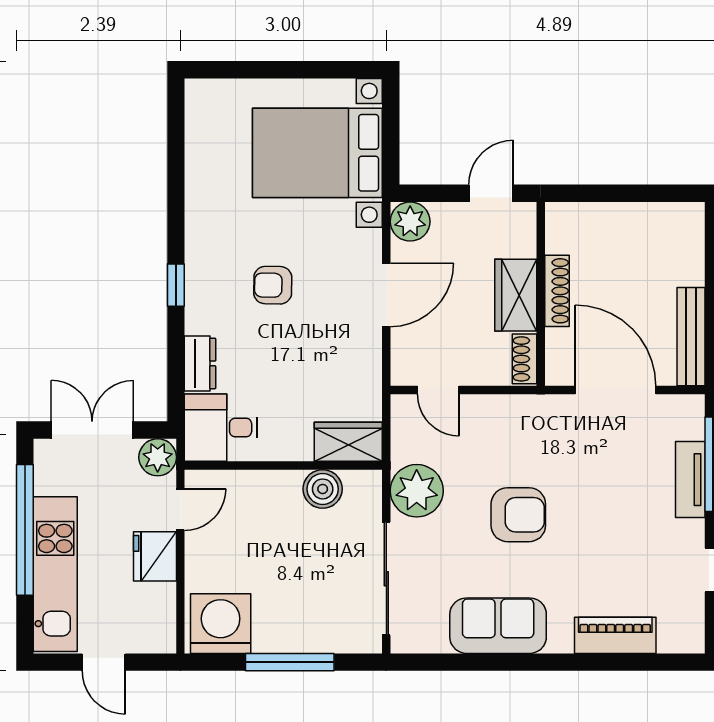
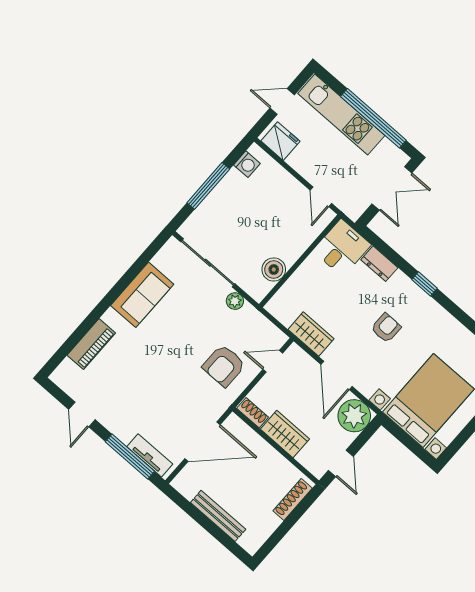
plant: (410, 222) -> (354, 416), width x1.36, depth x1.36
shoe rack: (557, 291) -> (293, 500), moved, turned 90
bench: (691, 337) -> (218, 516), moved
wardrobe: (348, 442) -> (311, 334), moved, turned -90
plant: (158, 457) -> (354, 207), removed
tv unit: (690, 480) -> (150, 455), moved
plant: (417, 491) -> (235, 301), width x0.53, depth x0.53
armchair: (518, 515) -> (224, 366), moved
fridge: (155, 556) -> (280, 141), moved
washing machine: (221, 624) -> (247, 164), width x0.53, depth x0.53

